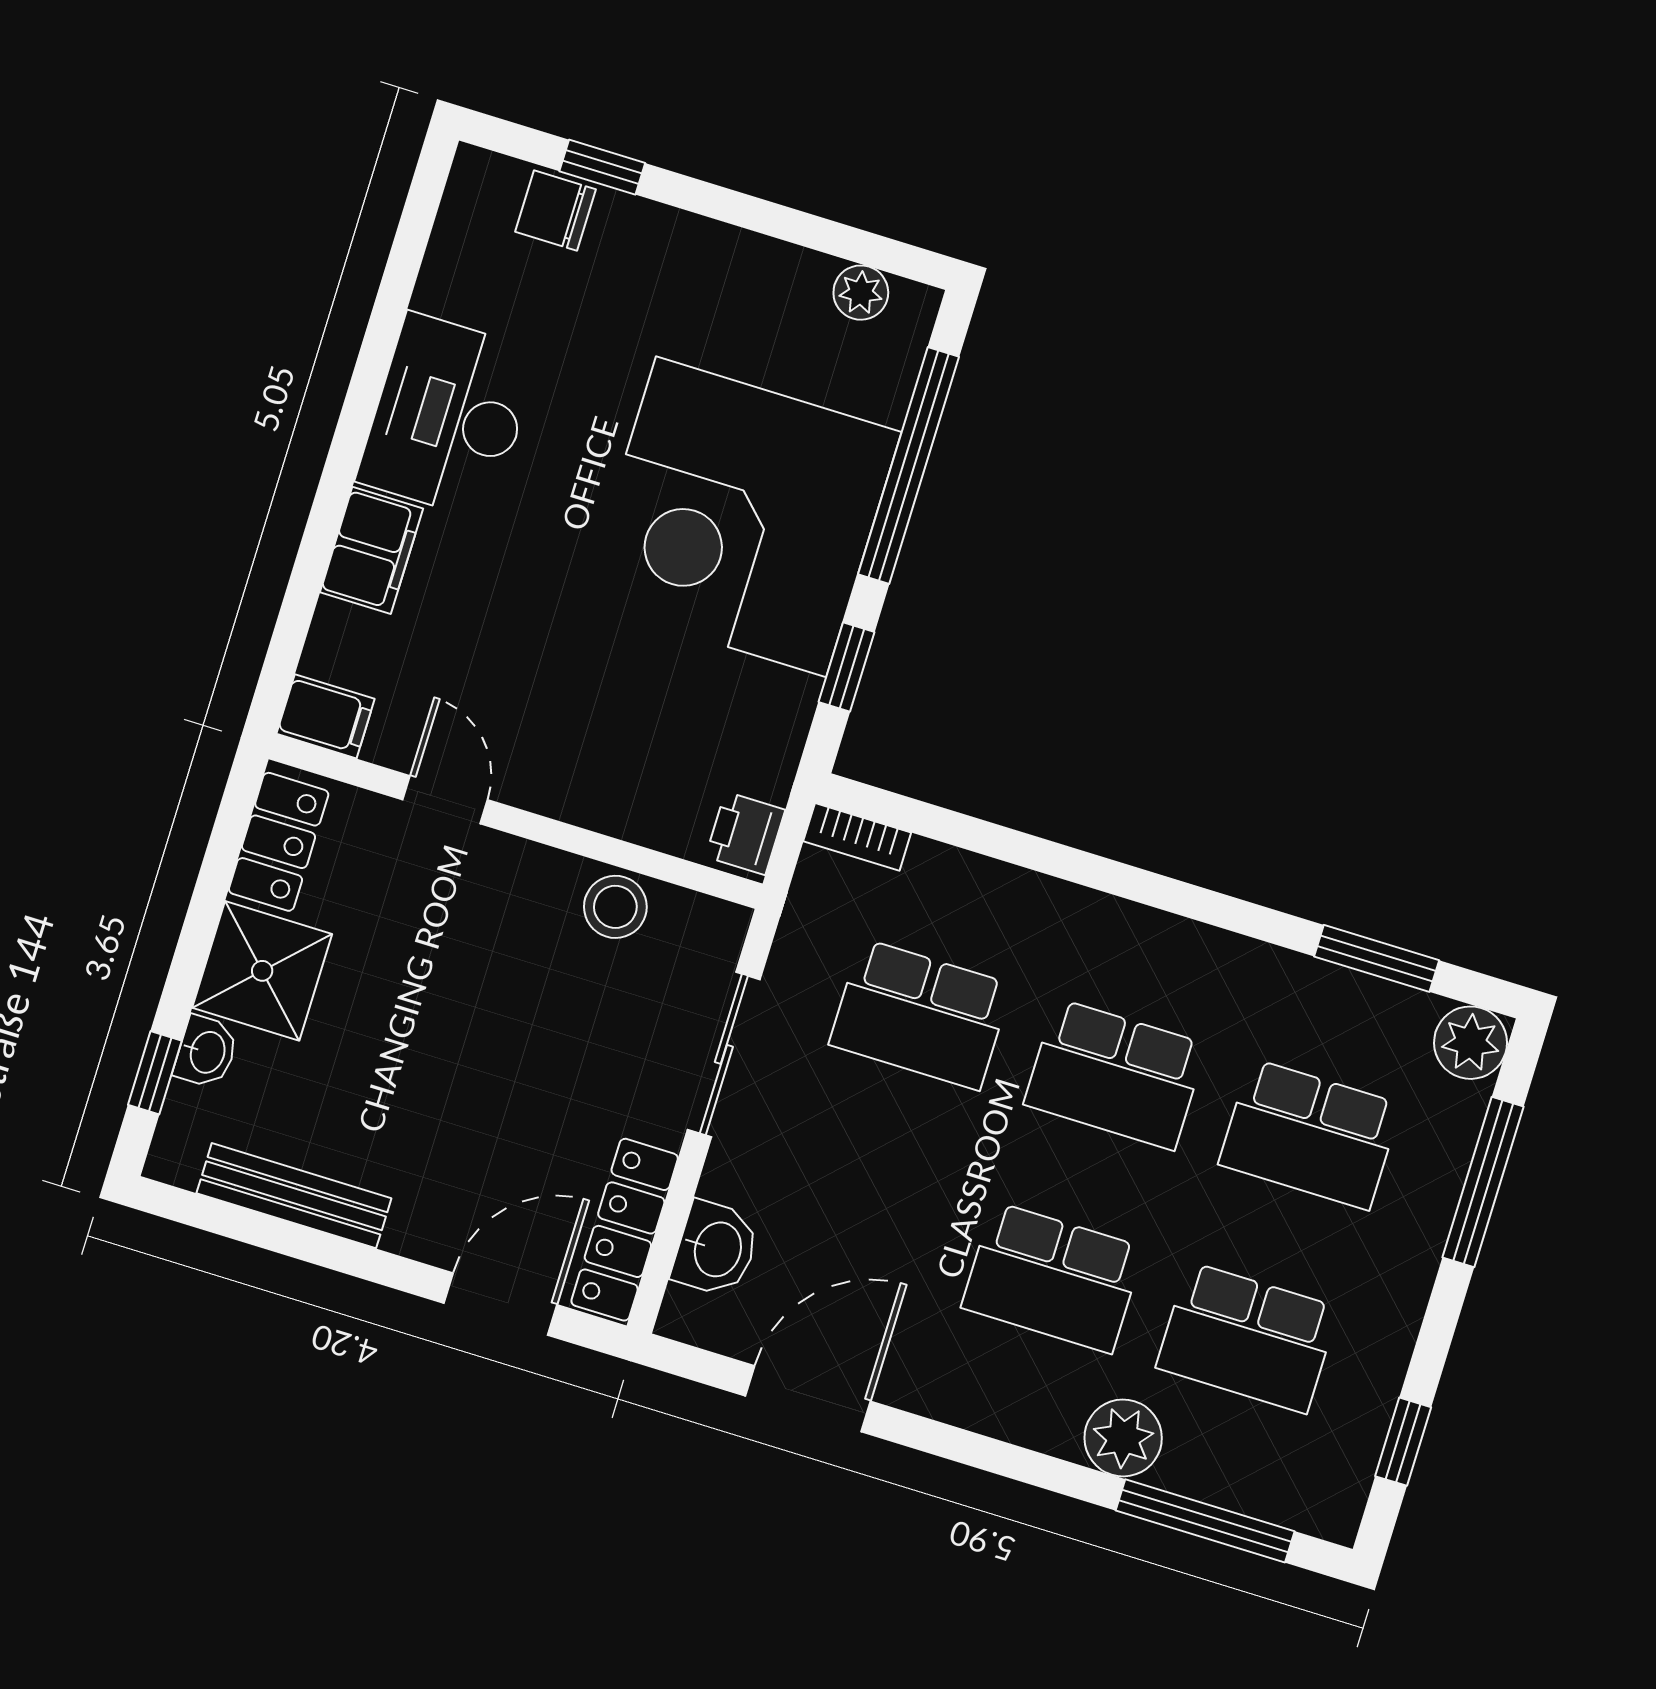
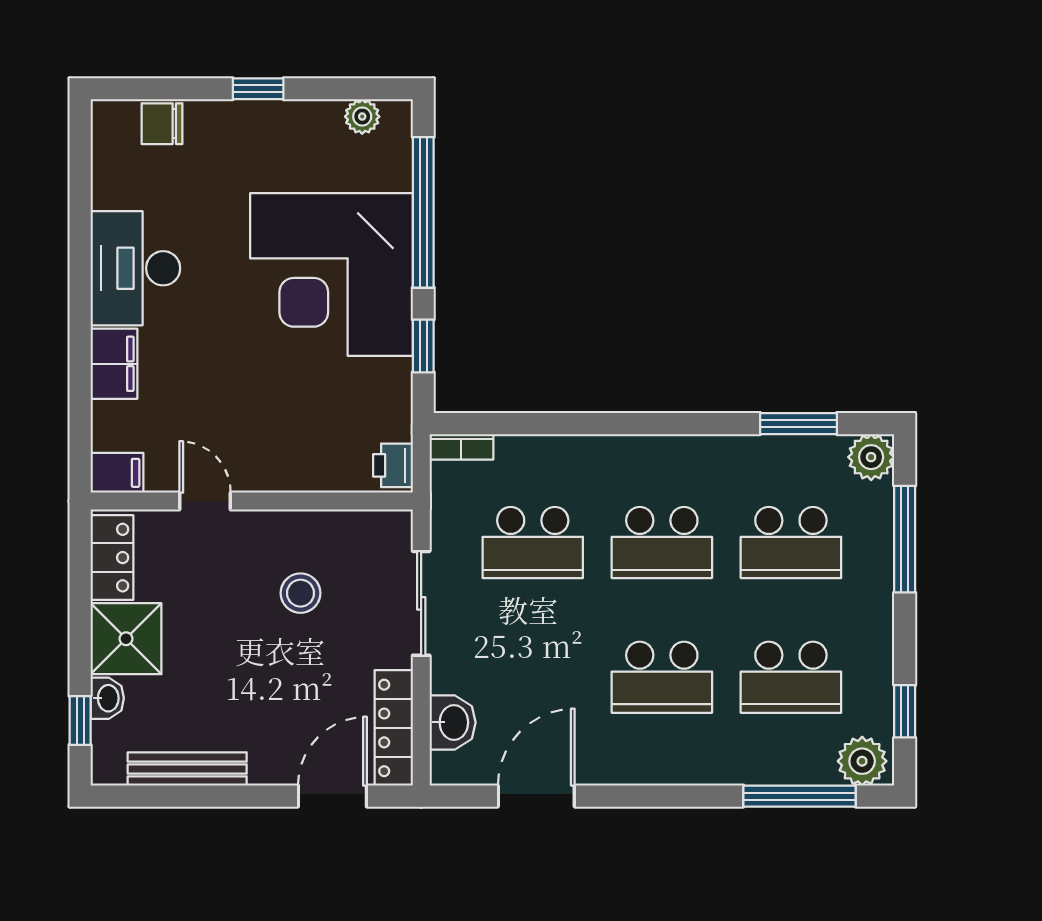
window: (602, 167) -> (258, 89), moved
stool: (615, 907) -> (300, 593), moved
plant: (1123, 1438) -> (862, 761), moved

